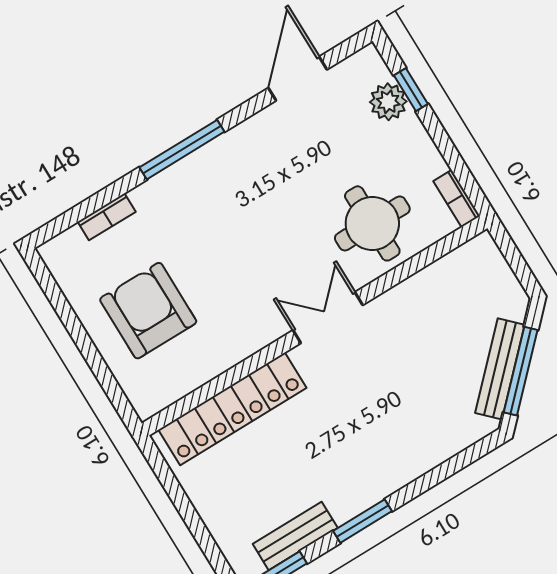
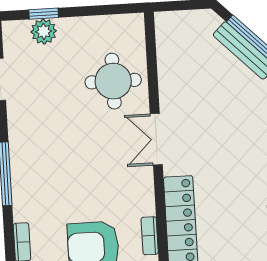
bookcase: (457, 199) -> (150, 236), moved, turned 90

